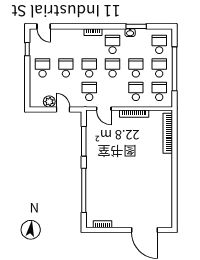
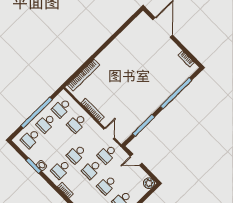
school desk: (136, 68) -> (61, 139), removed
plant: (49, 102) -> (149, 183), moved
door: (63, 110) -> (136, 160), hinge flipped

